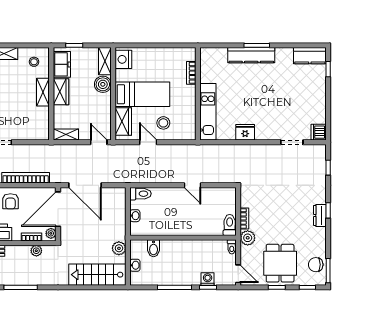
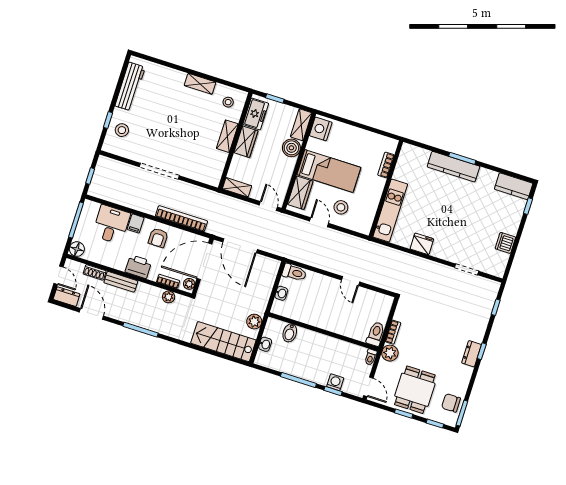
dishwasher: (319, 132) -> (505, 243), moved

